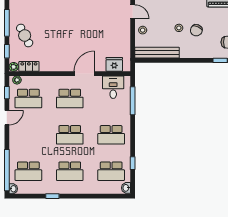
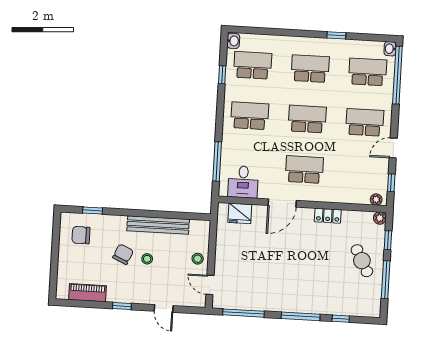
bench: (157, 53) -> (158, 225), moved
locker: (29, 66) -> (328, 216), moved
school desk: (28, 99) -> (365, 122), moved

